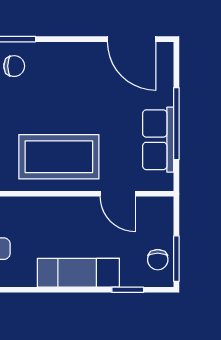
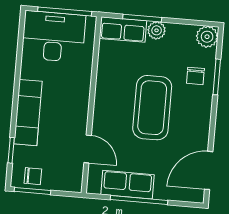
coffee table: (59, 157) -> (152, 108), moved
door: (118, 194) -> (88, 149), swing flipped
chair: (158, 260) -> (33, 176), turned 180

